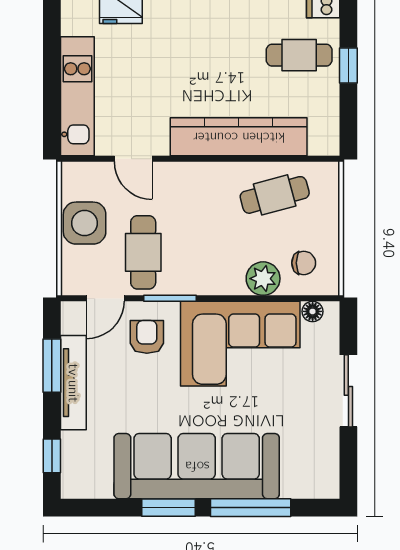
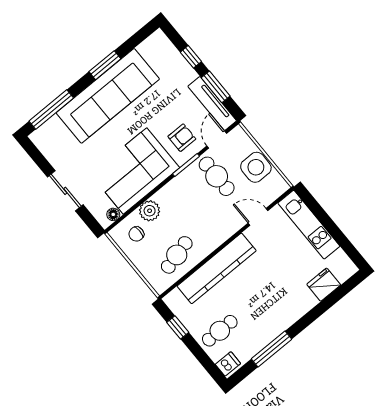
window: (348, 65) -> (178, 327), moved
armchair: (147, 337) -> (182, 138), turned -90
tv unit: (73, 383) -> (212, 103), moved
window: (52, 456) -> (191, 57), moved
window: (251, 508) -> (51, 109), moved

